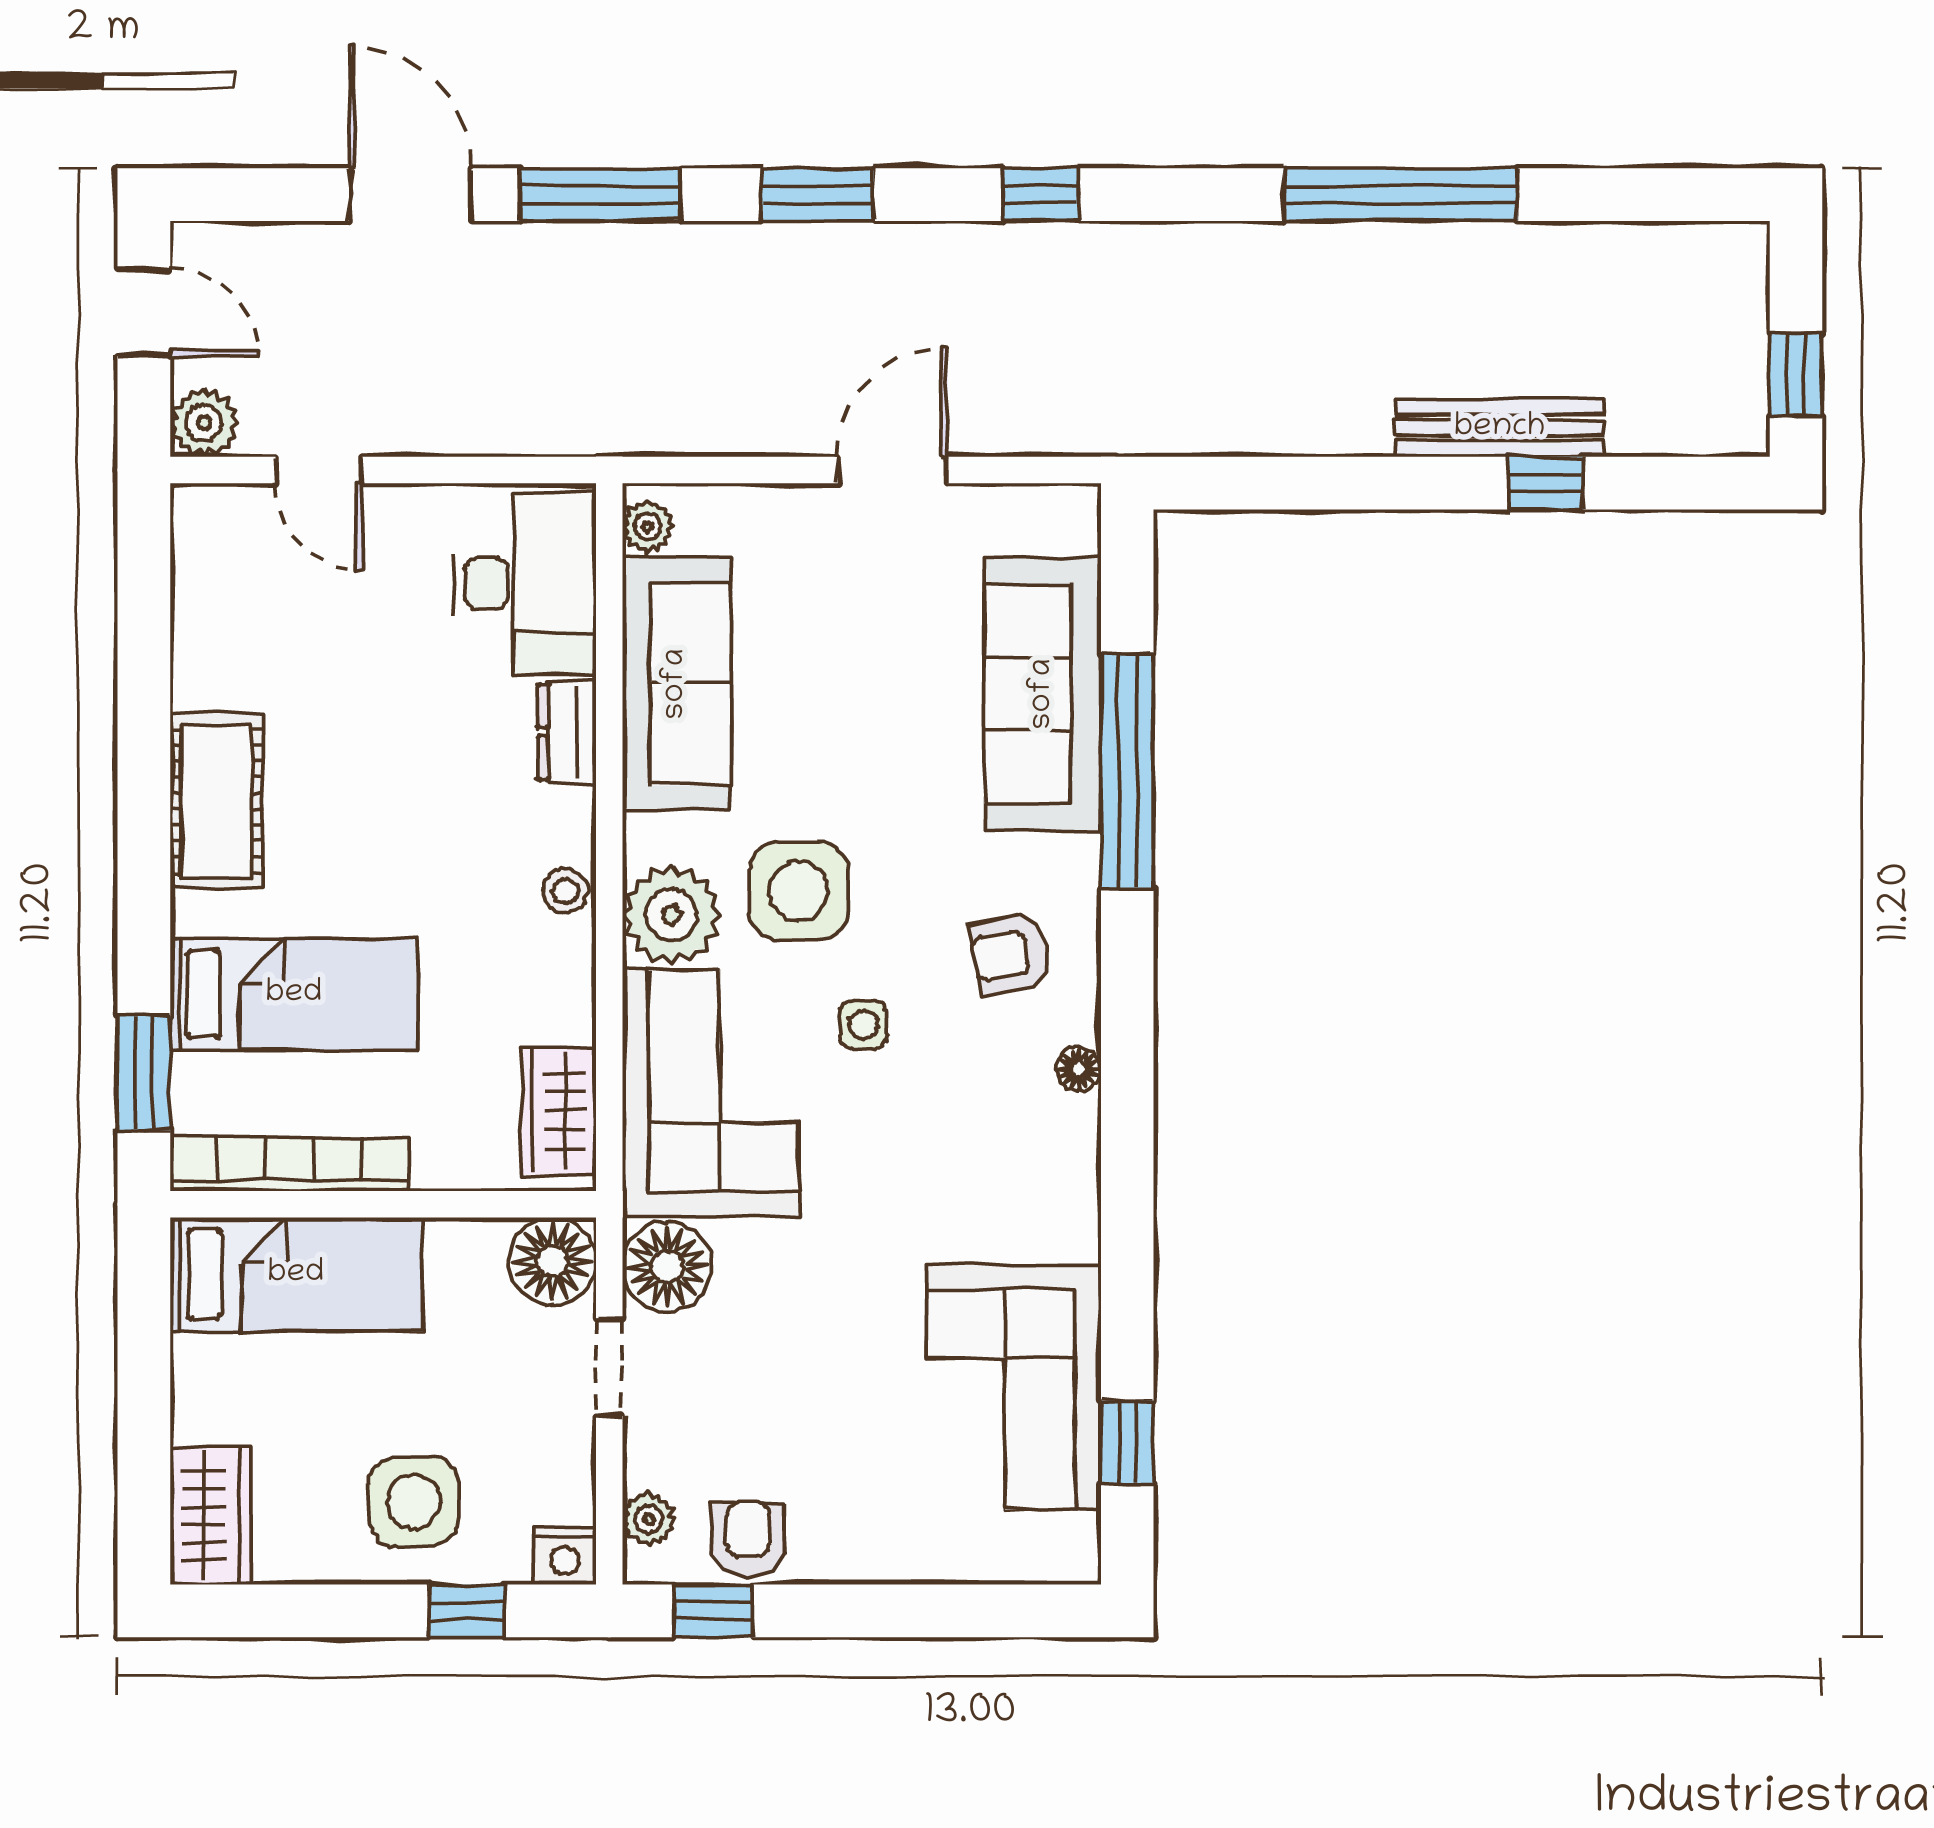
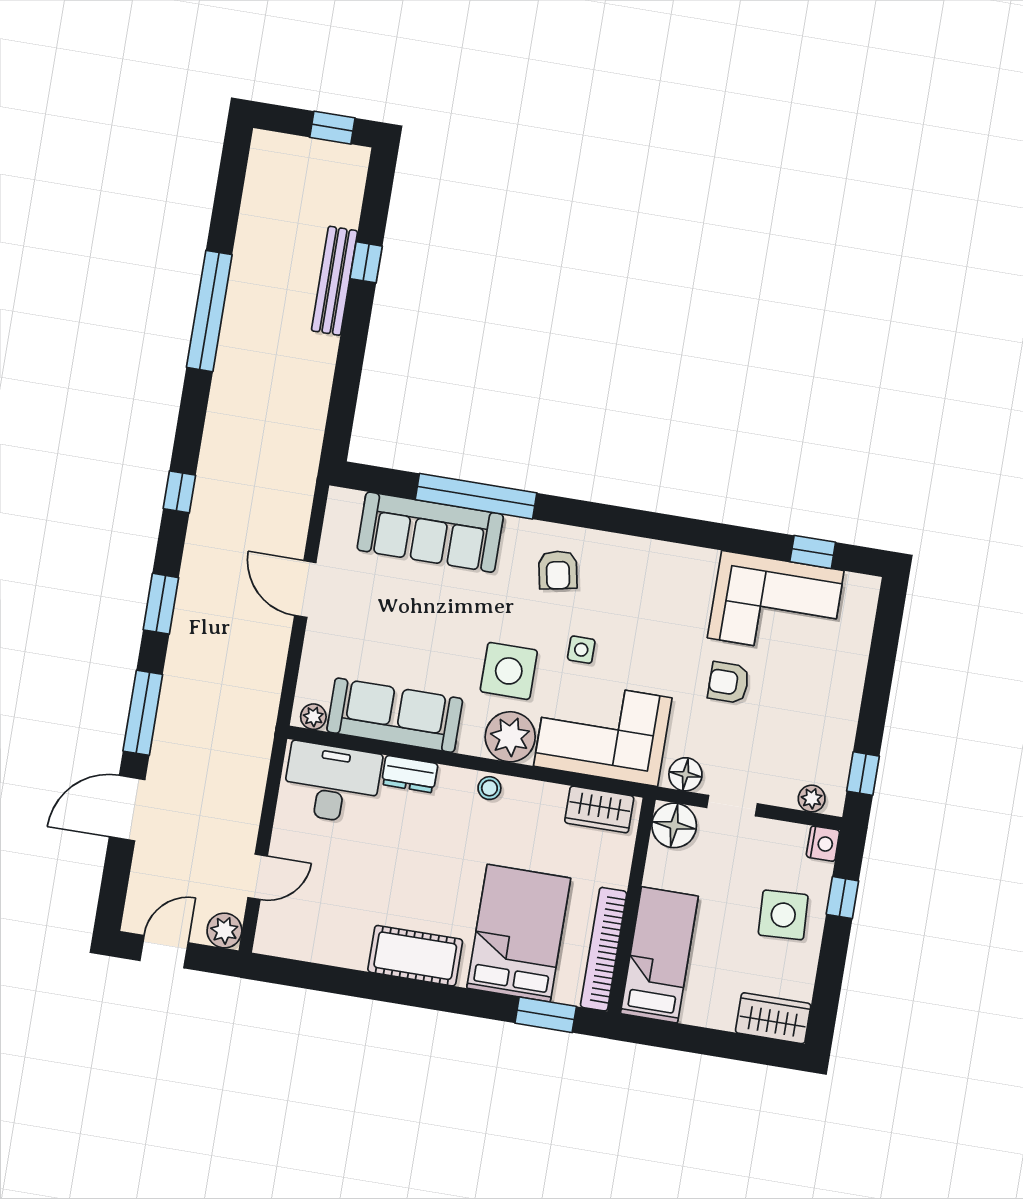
bed: (294, 994) -> (519, 933), width x1.50
floor lamp: (1079, 1069) -> (621, 545), removed
floor lamp: (667, 1267) -> (685, 774), width x0.73, depth x0.73
armchair: (748, 1540) -> (728, 683), moved

